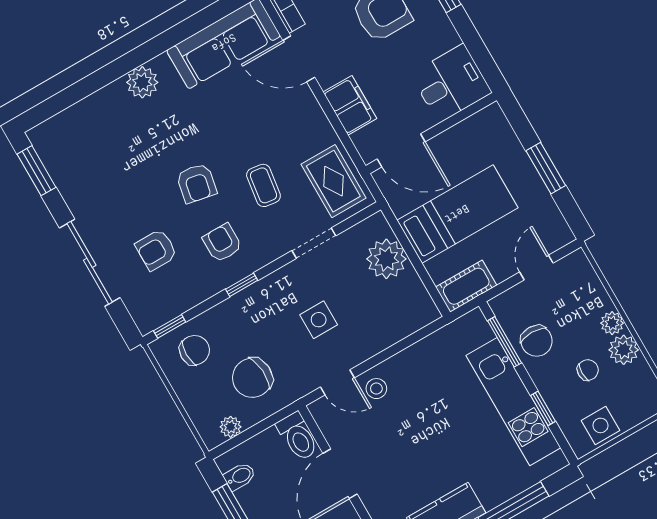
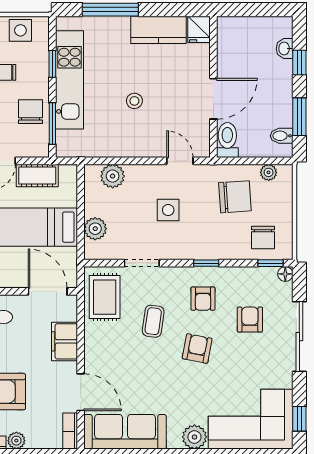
corner sofa: (91, 139) -> (251, 419), added
window: (37, 171) -> (299, 419), width x0.67
armchair: (156, 250) -> (250, 320), turned -90
plant: (386, 259) -> (95, 229), width x0.73, depth x0.73
cot: (466, 286) -> (37, 175), moved
plant: (403, 322) -> (113, 176), added
floor lamp: (146, 324) -> (285, 274), added
chair: (195, 350) -> (263, 238), turned -90
stool: (376, 389) -> (134, 101), moved

